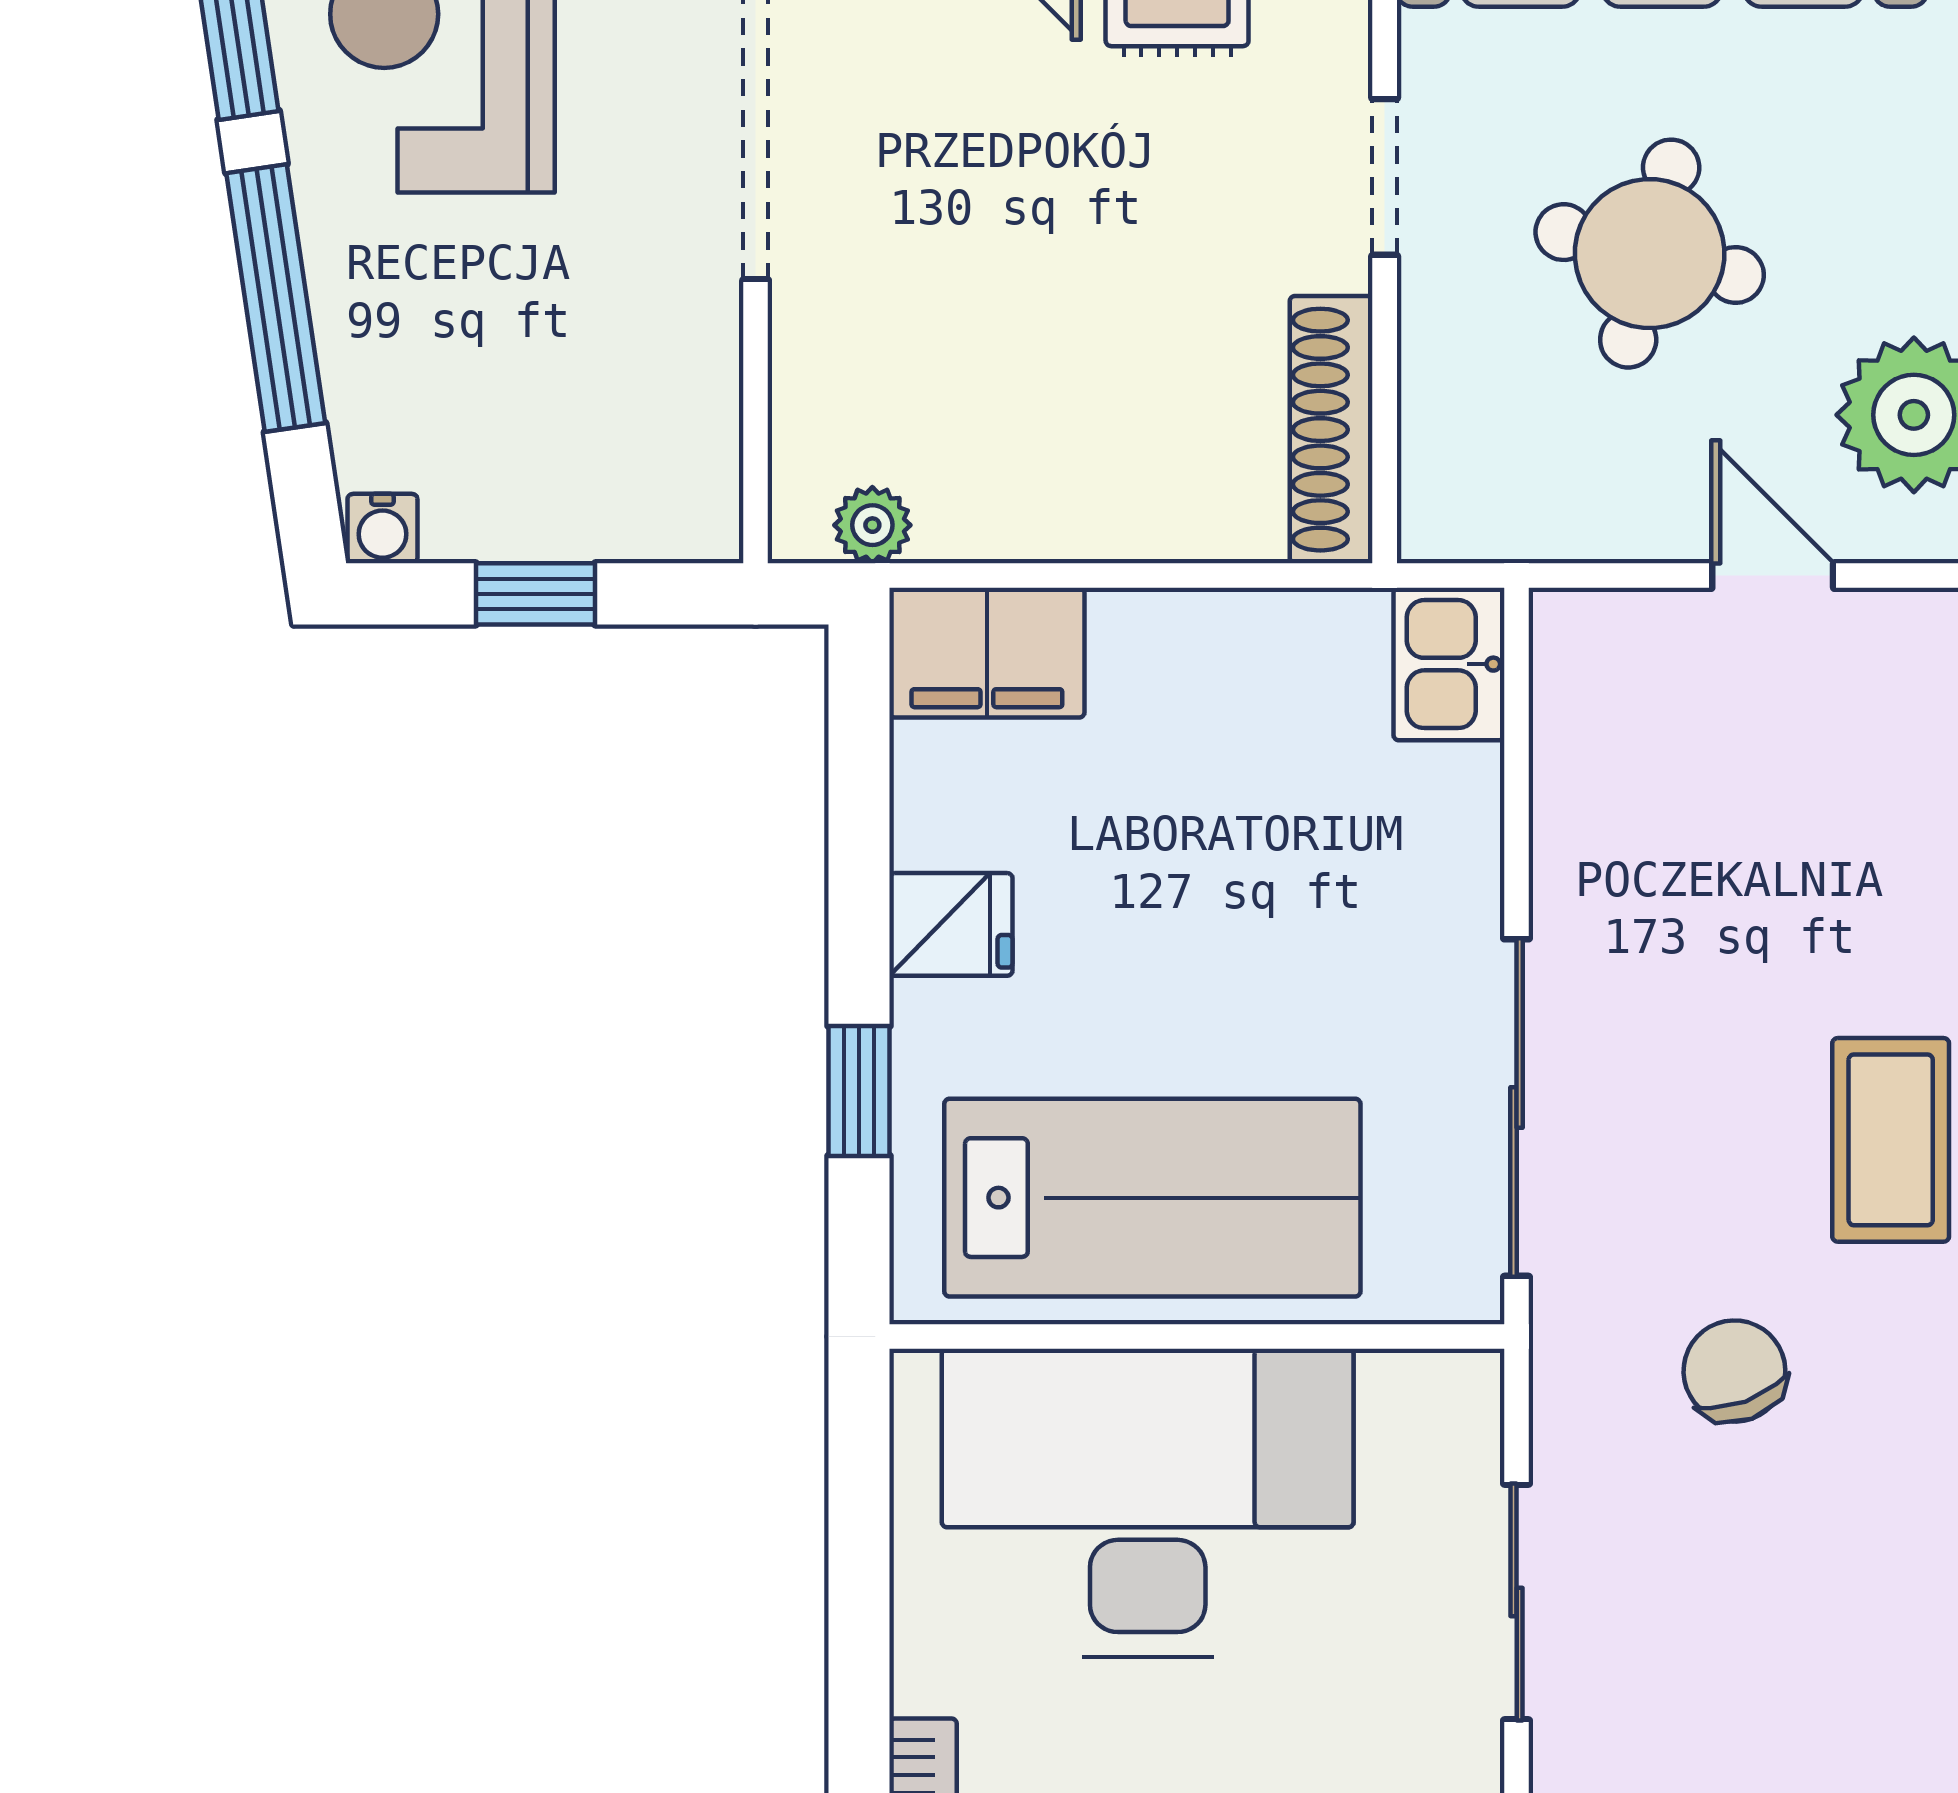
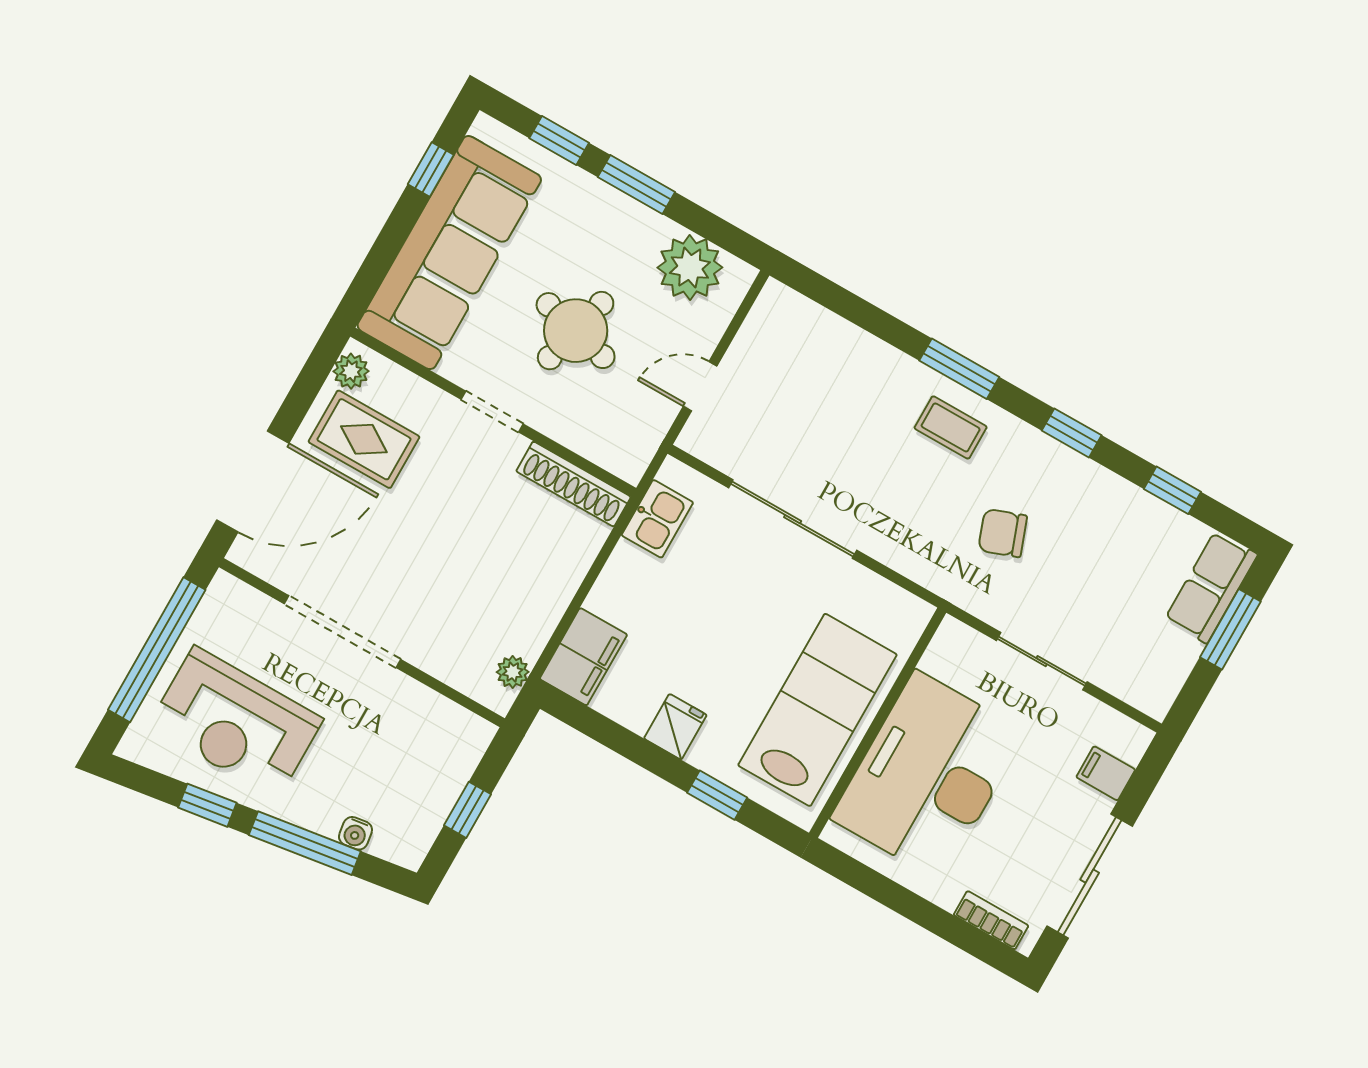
water cooler: (382, 529) -> (356, 833), moved, turned 82
door: (1773, 576) -> (700, 386), moved
kitchen sink: (1449, 664) -> (657, 519), moved, turned -90
sliding door: (1517, 1108) -> (793, 519), moved
coffee table: (1891, 1140) -> (951, 427), width x0.73, depth x0.77

